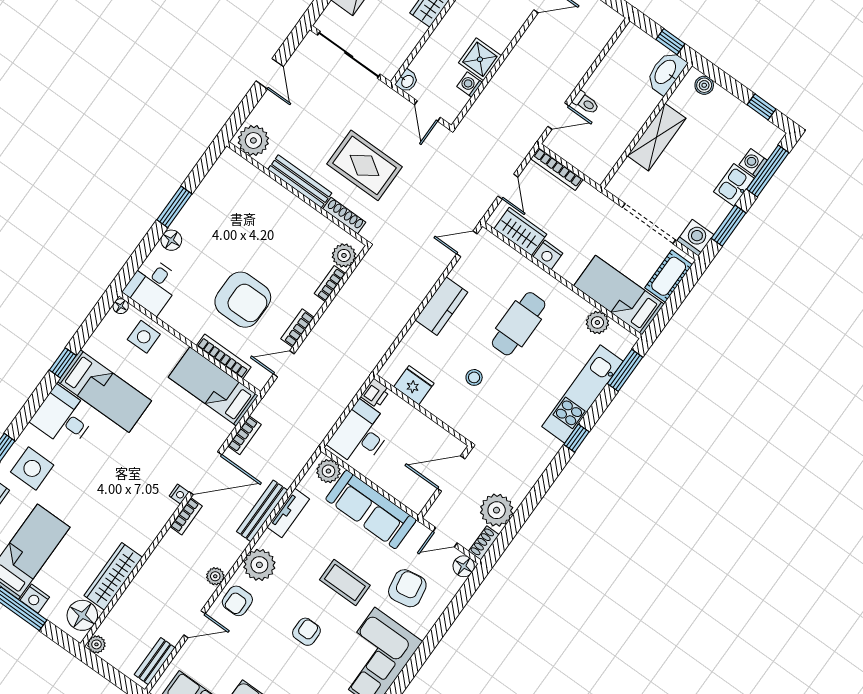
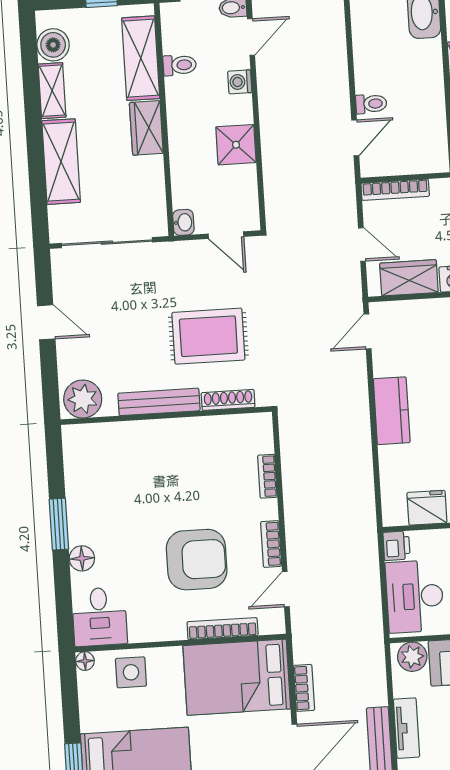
washing machine: (470, 84) -> (240, 82), moved
plant: (344, 255) -> (259, 438), removed
bed: (213, 386) -> (237, 677), width x1.50

